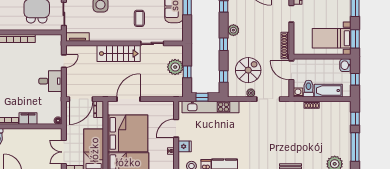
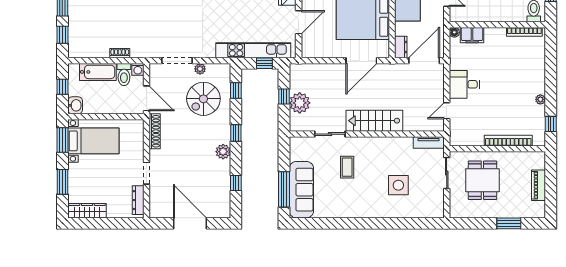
filing cabinet: (28, 118) -> (472, 35), moved

